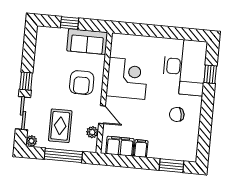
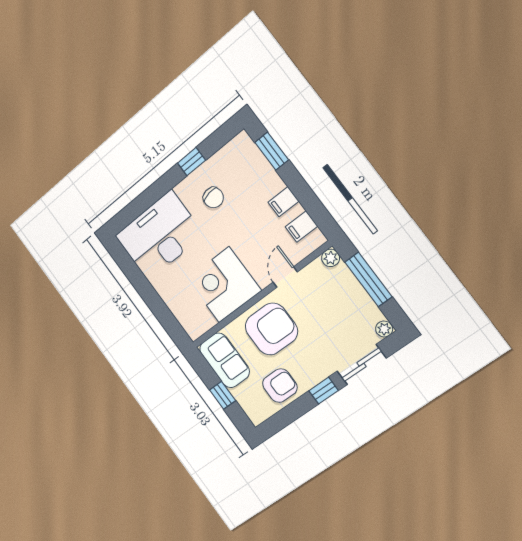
armchair: (48, 60) -> (280, 386), added
window: (210, 74) -> (191, 162), moved
armchair: (82, 83) -> (271, 329), width x1.36, depth x1.36
rug: (60, 126) -> (338, 312), removed
plant: (92, 132) -> (331, 258), moved
filing cabinet: (120, 146) -> (302, 227), width x0.50

